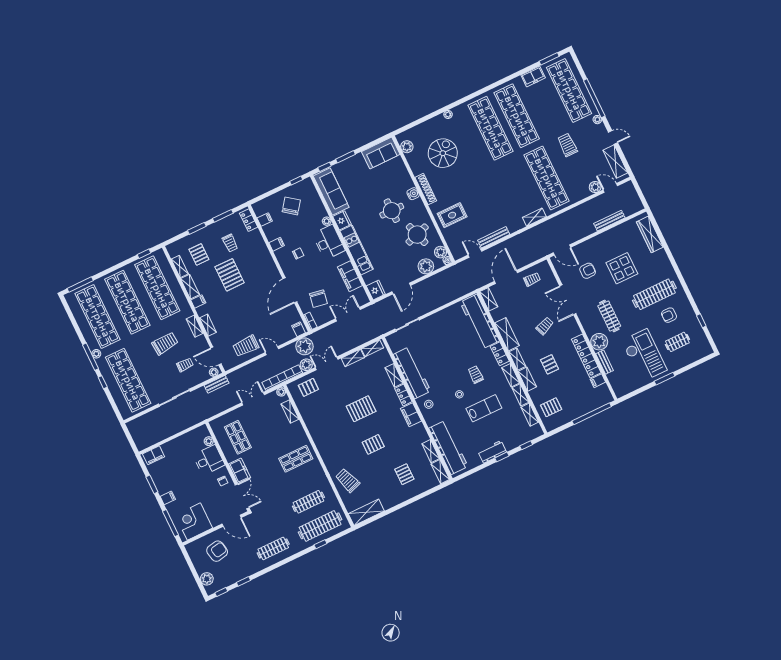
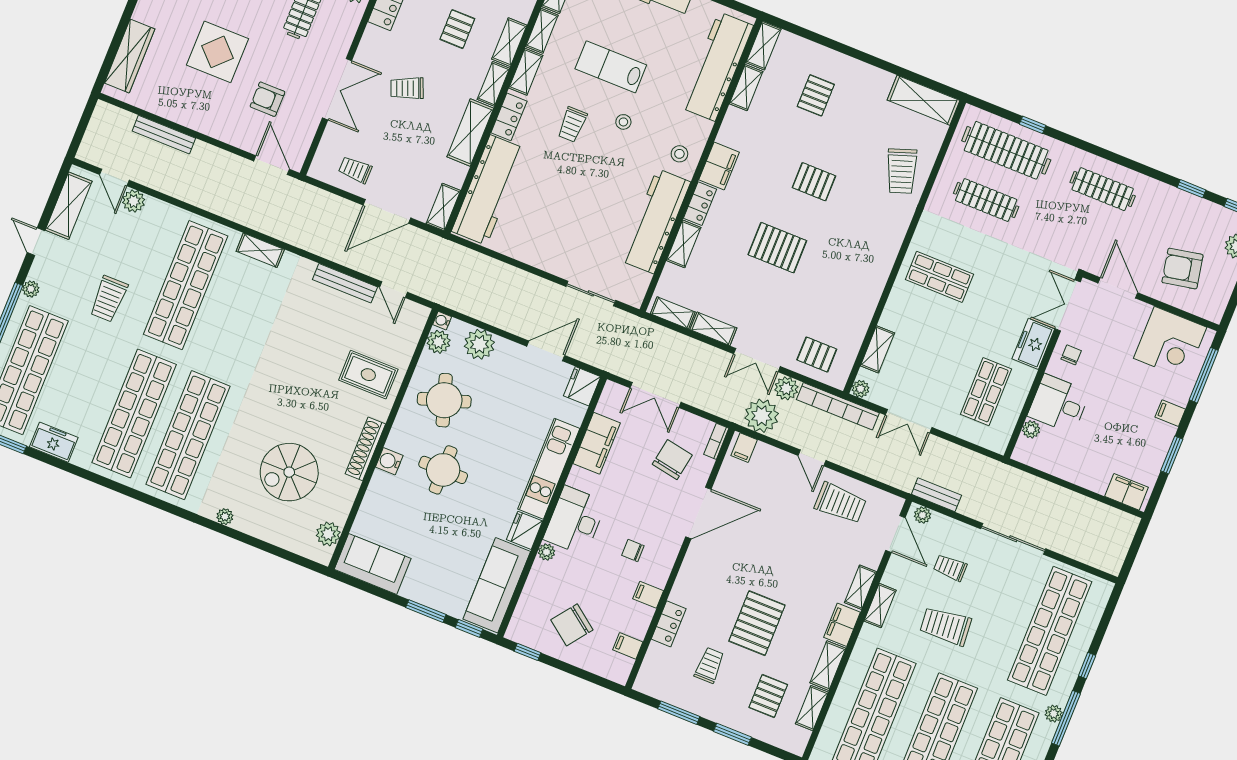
locker: (249, 220) -> (669, 624), moved
filing cabinet: (198, 301) -> (842, 625), width x2.00

